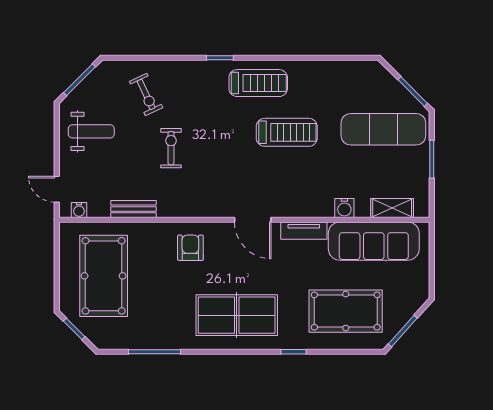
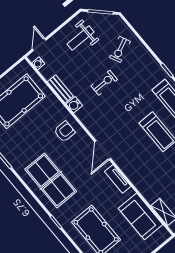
weight bench: (91, 131) -> (81, 38), turned 90
water cooler: (344, 208) -> (74, 105), moved
sofa: (374, 241) -> (141, 216), width x0.73

